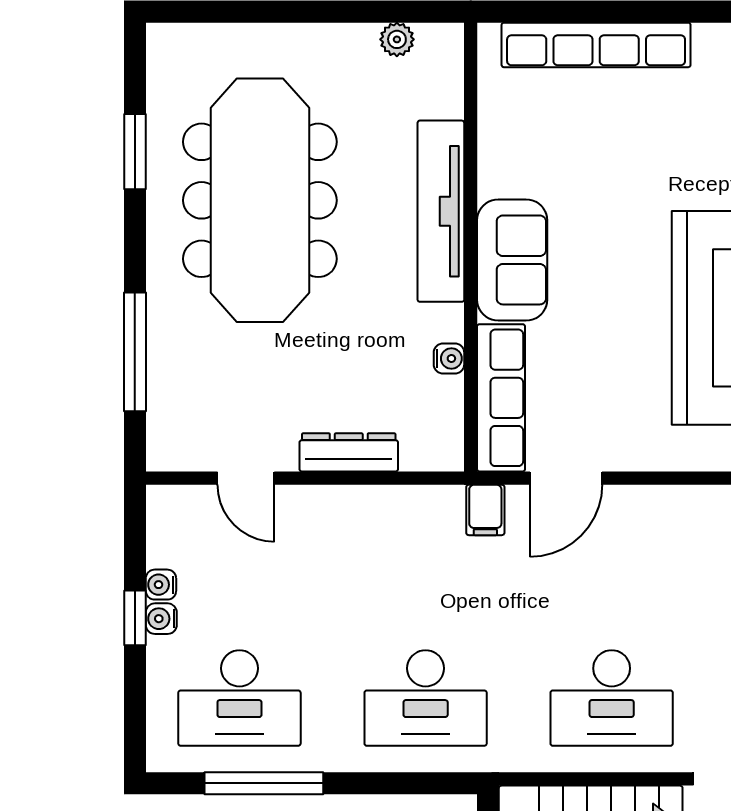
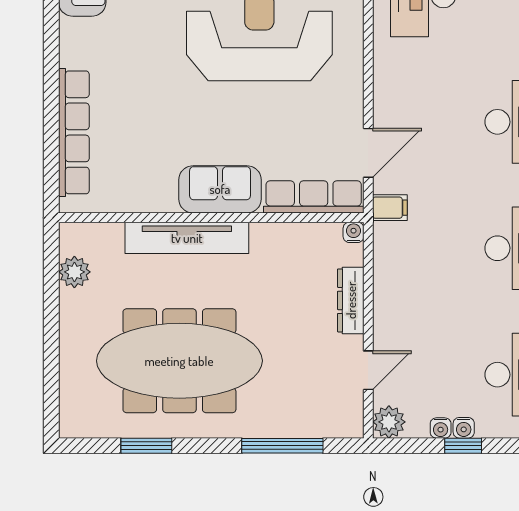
plant: (397, 39) -> (74, 272), width x1.38, depth x1.38
water cooler: (449, 358) -> (353, 232), moved
door: (566, 478) -> (368, 153), hinge flipped
plant: (170, 509) -> (389, 422), added

